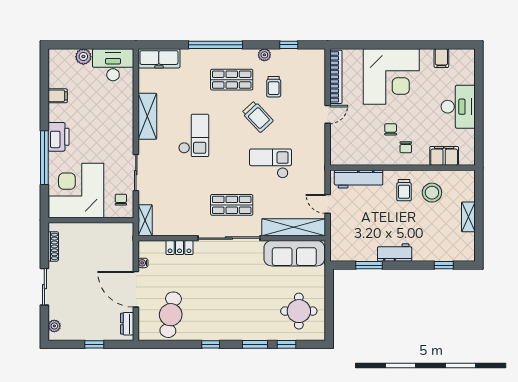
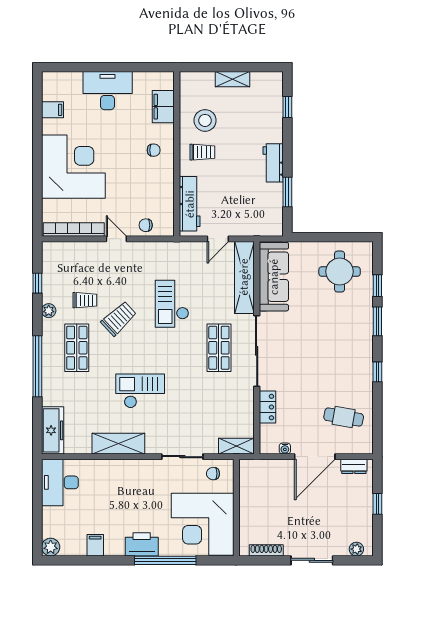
plant: (83, 57) -> (51, 547), moved
chair: (391, 129) -> (146, 225), moved
cafe table: (171, 315) -> (344, 417), width x0.73, depth x0.74

